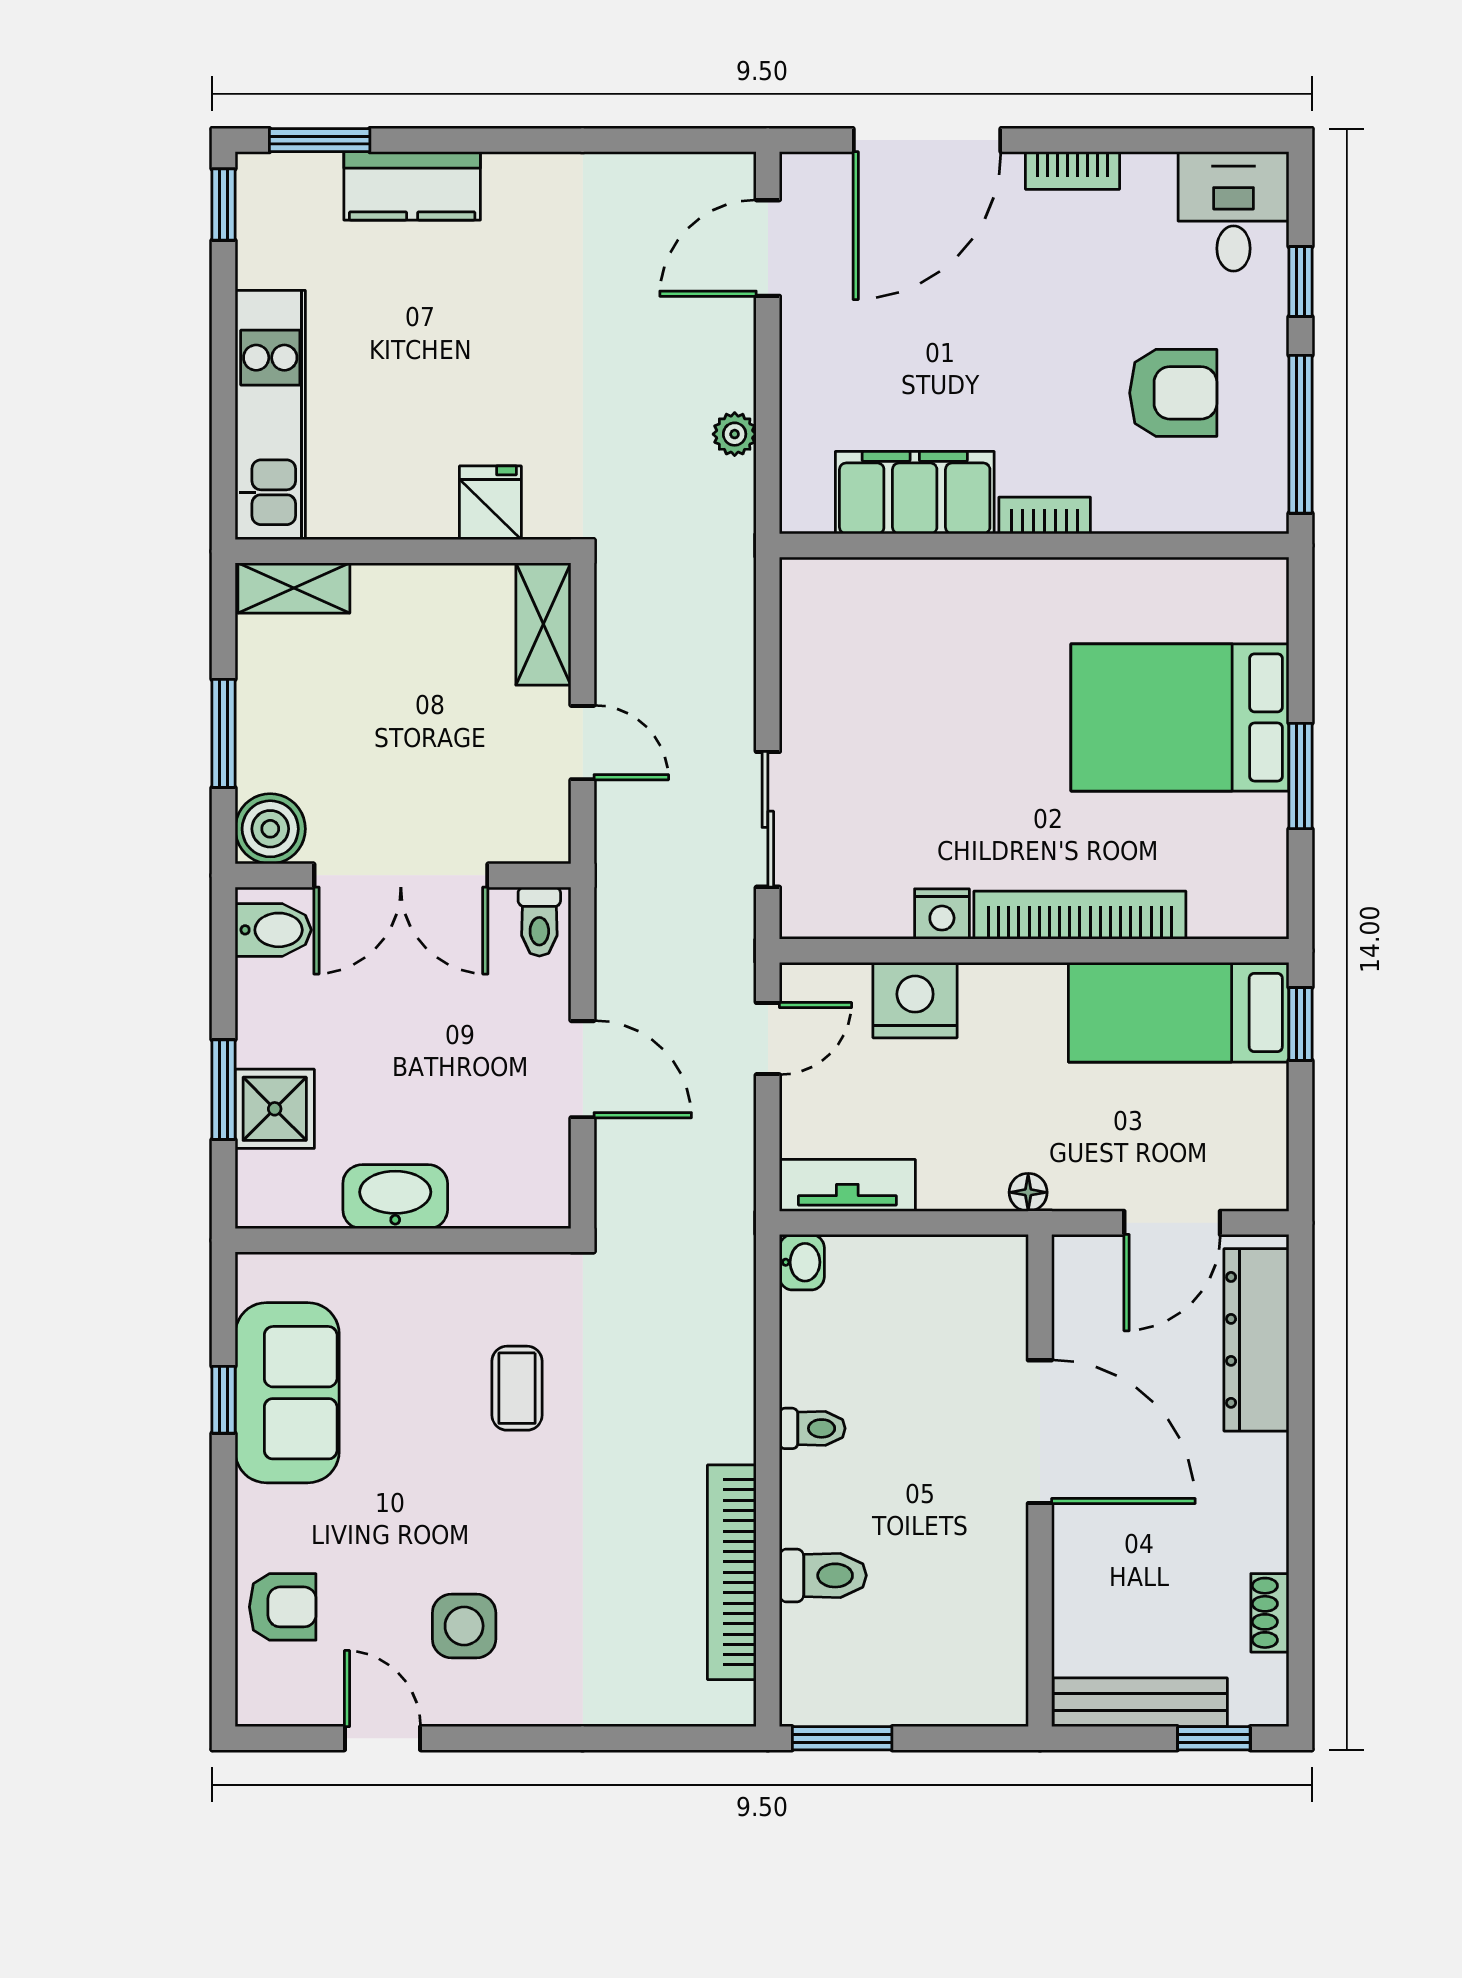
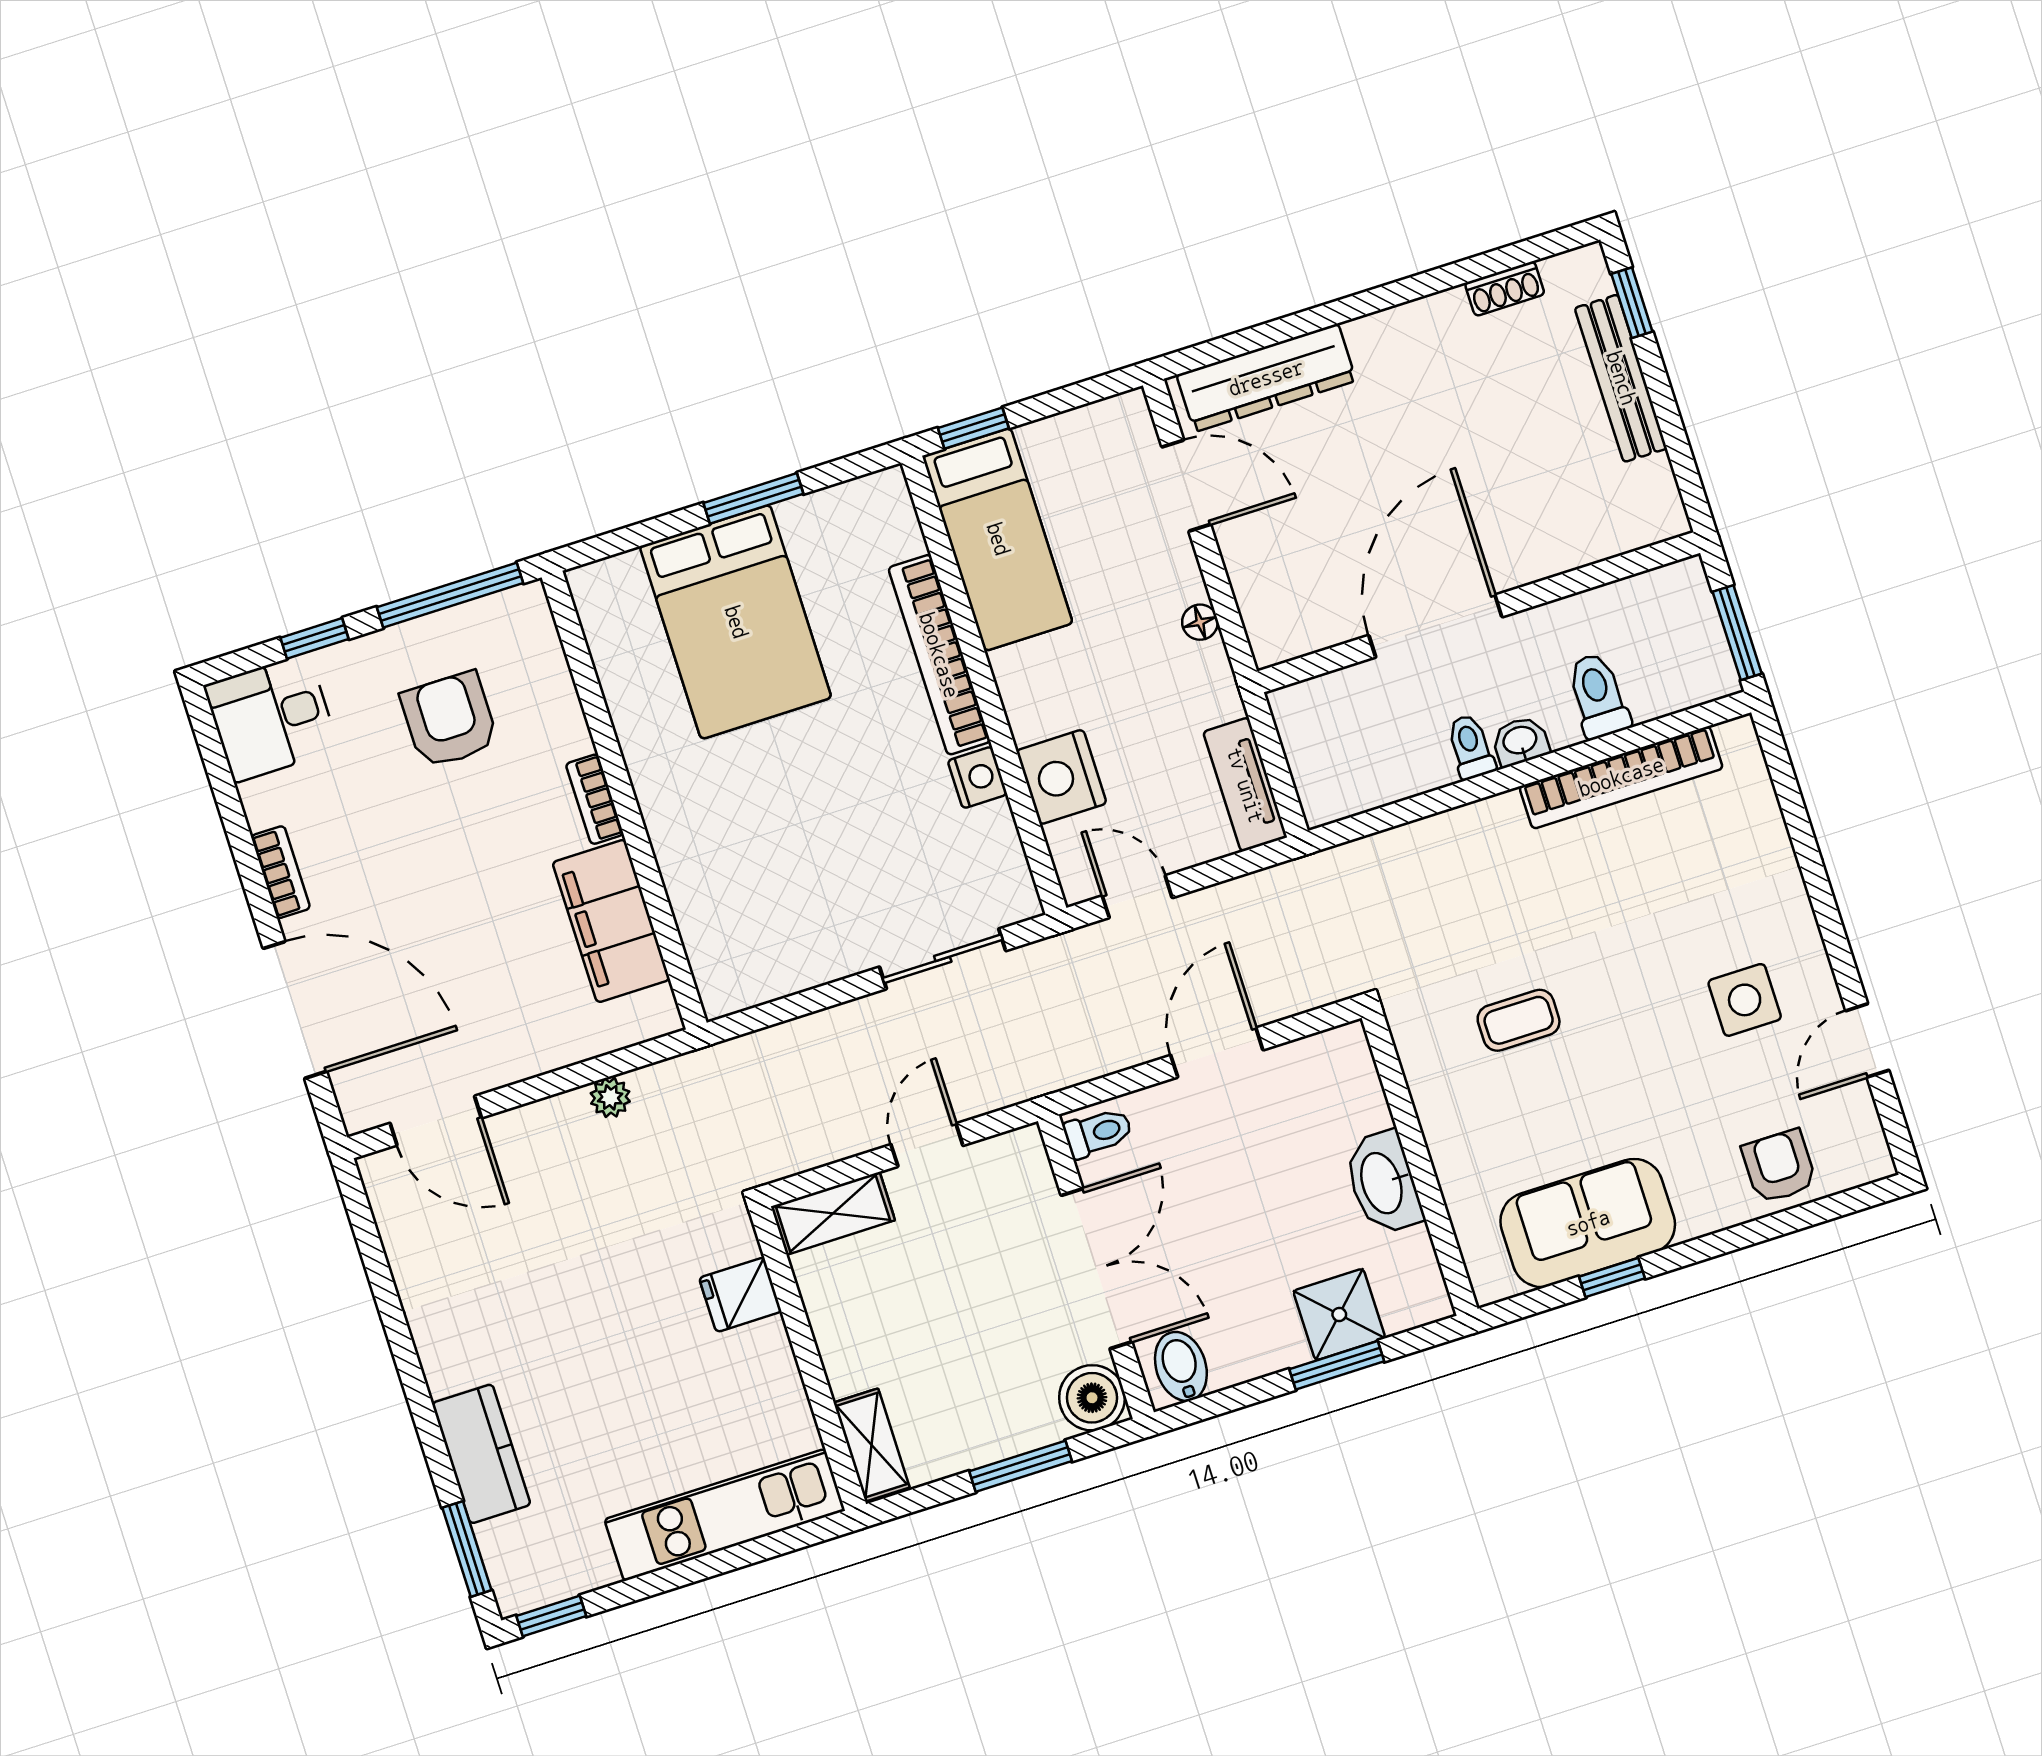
washbasin: (802, 1262) -> (1520, 741), moved
door: (1040, 1432) -> (1435, 626), moved
wall: (1040, 1481) -> (1479, 612), moved

